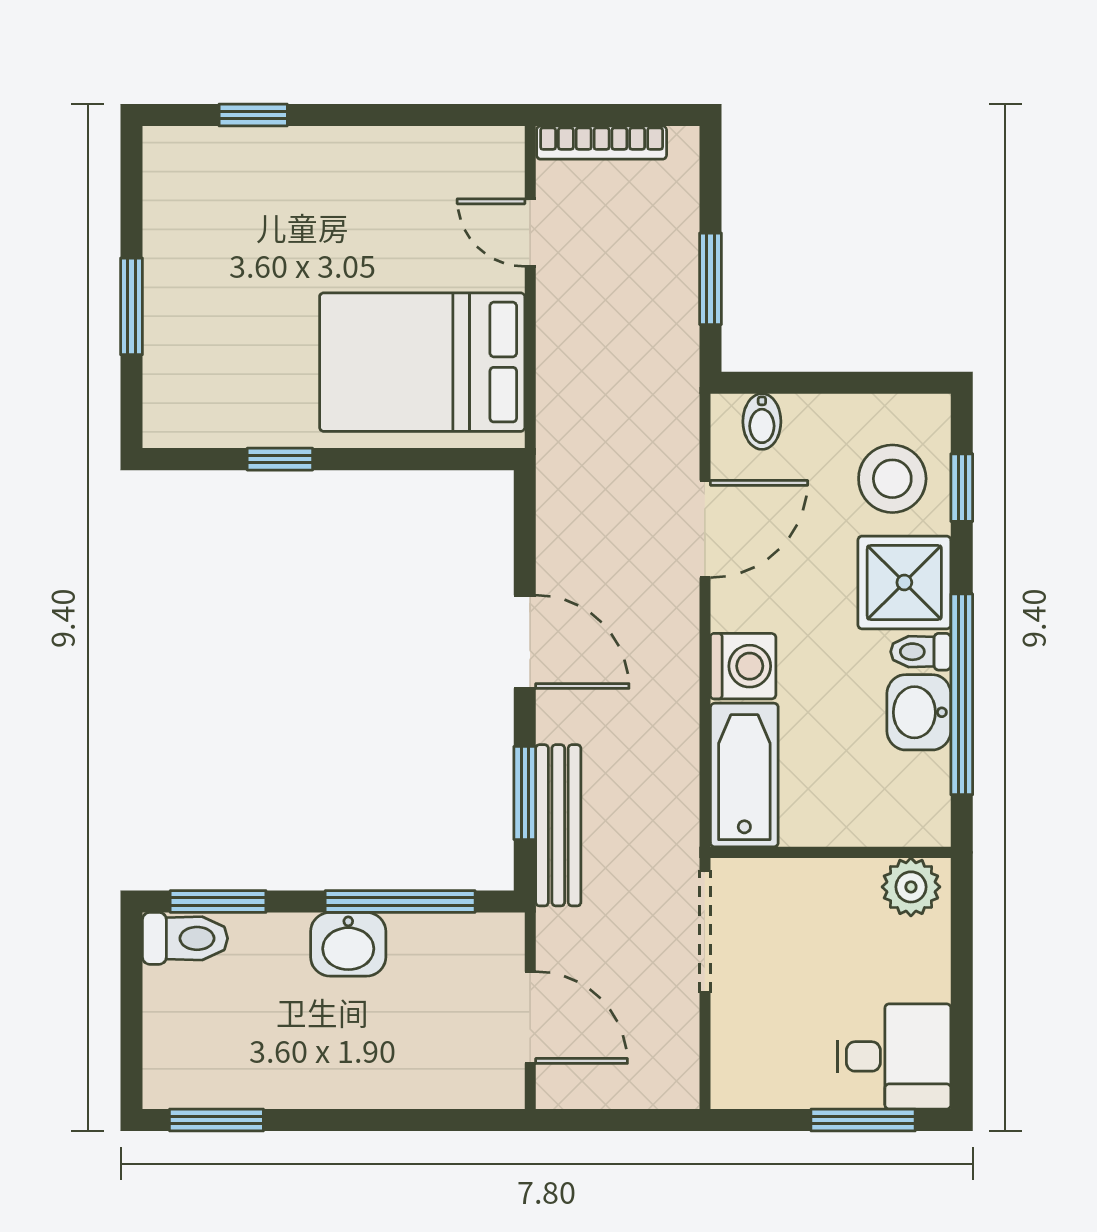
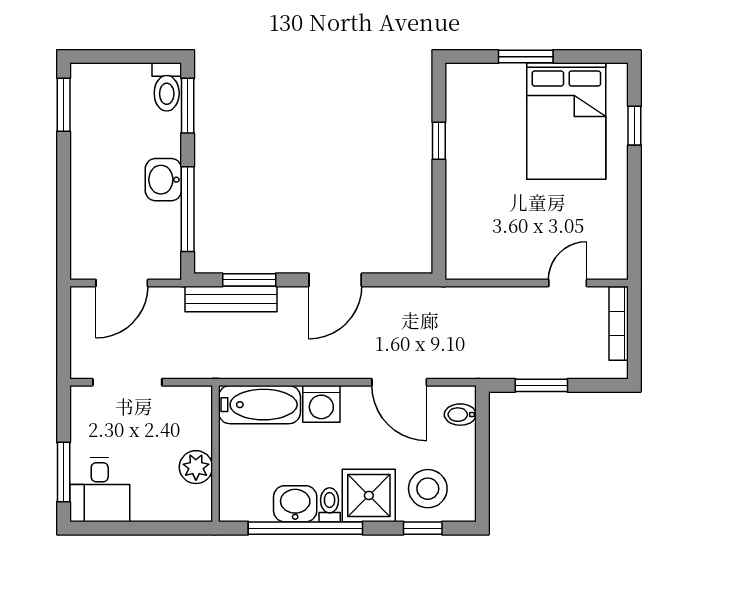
bed: (422, 362) -> (566, 121), moved, turned 180
plant: (911, 887) -> (196, 467), moved
doorway: (705, 932) -> (127, 382), moved

